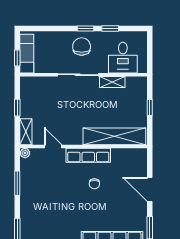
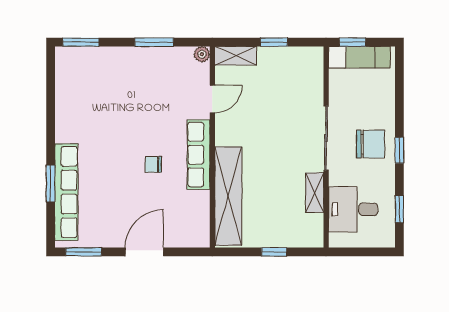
window: (110, 28) -> (399, 209), moved

